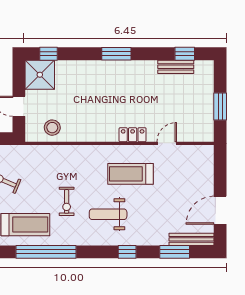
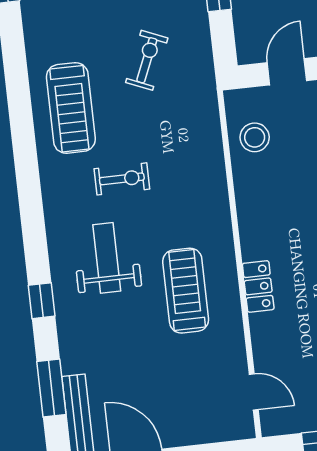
door: (167, 143) -> (254, 392), moved
exercise bike: (67, 201) -> (122, 179), turned 180
window: (46, 252) -> (25, 151), removed

